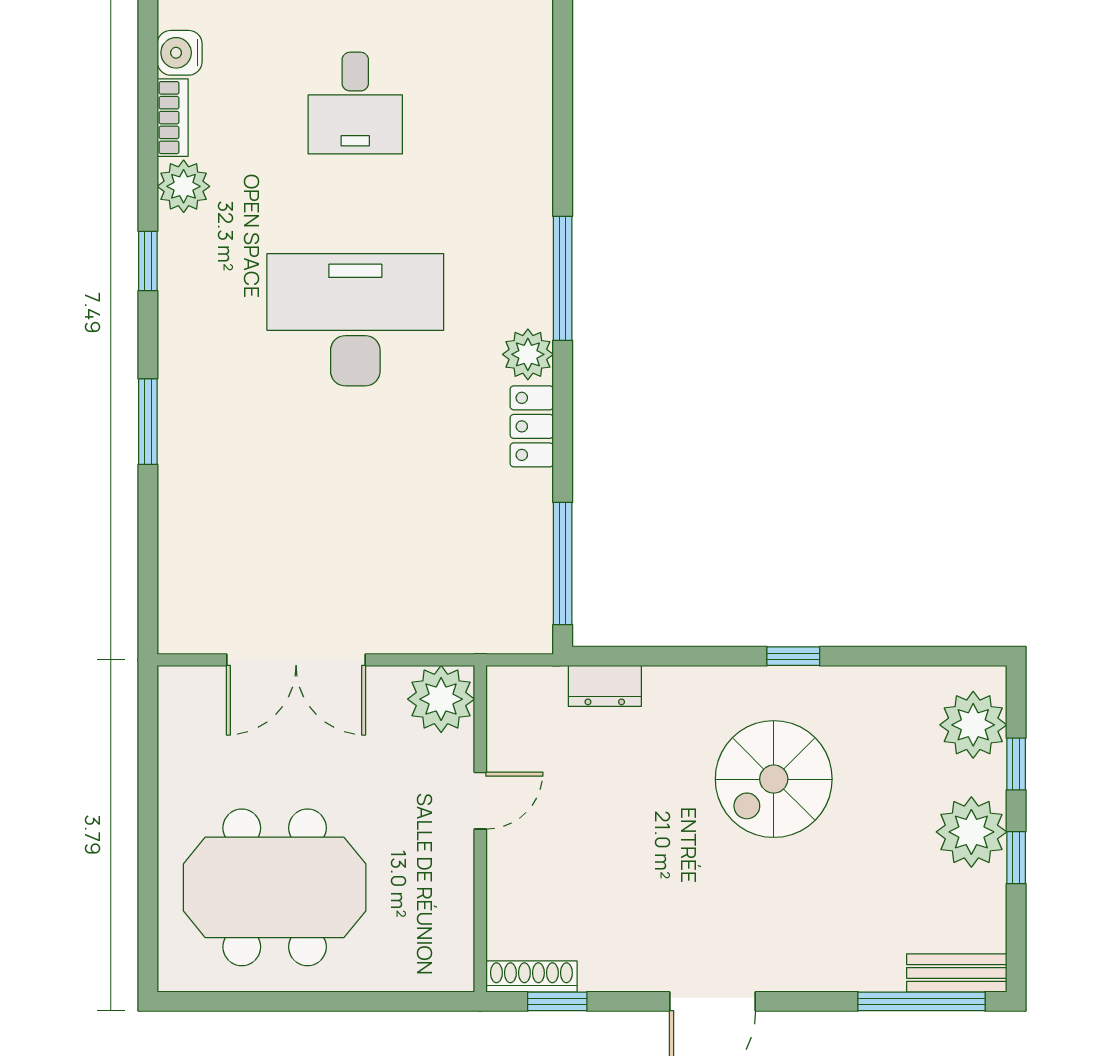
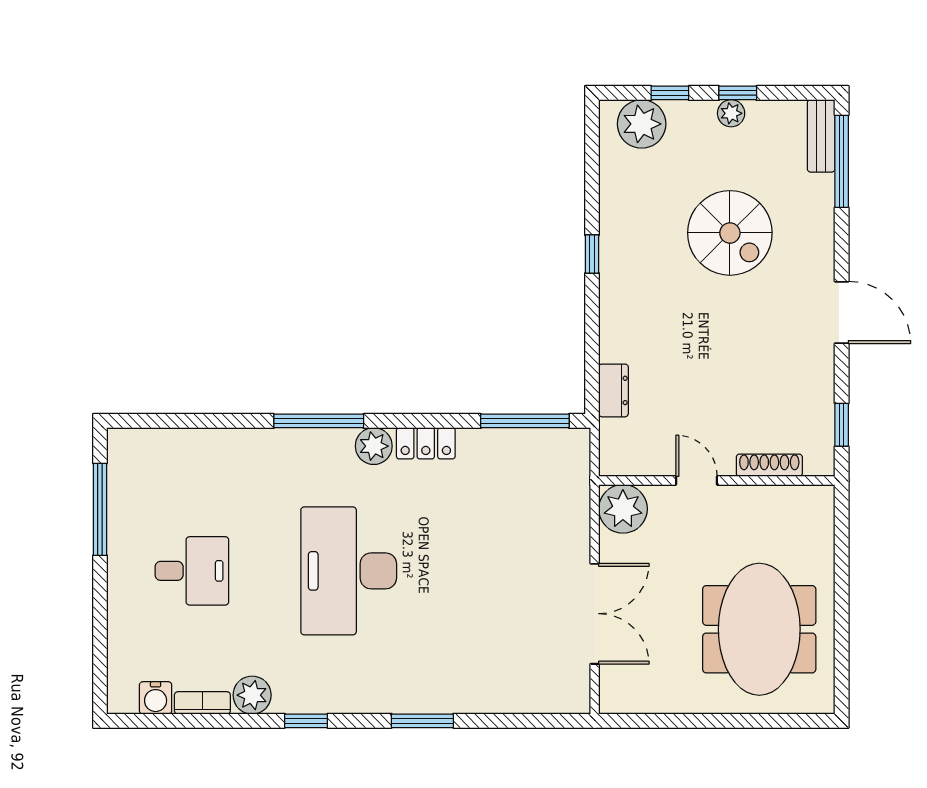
spiral stairs: (774, 779) -> (730, 233), moved
plant: (971, 832) -> (731, 113), width x0.53, depth x0.53
shoe rack: (531, 977) -> (769, 465), moved, turned 90

